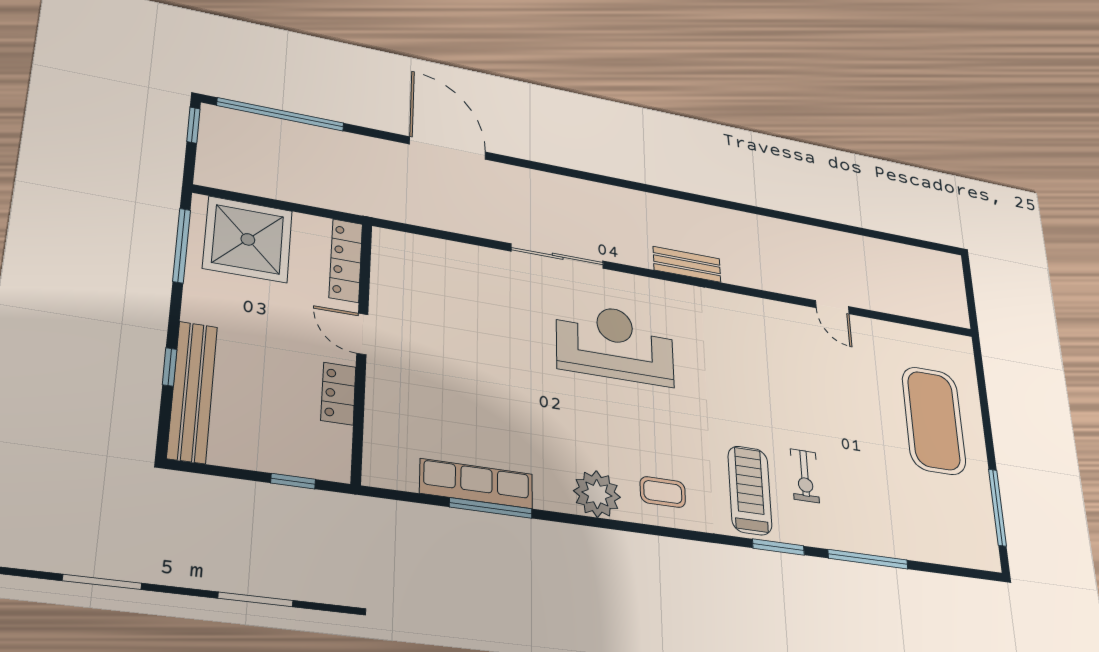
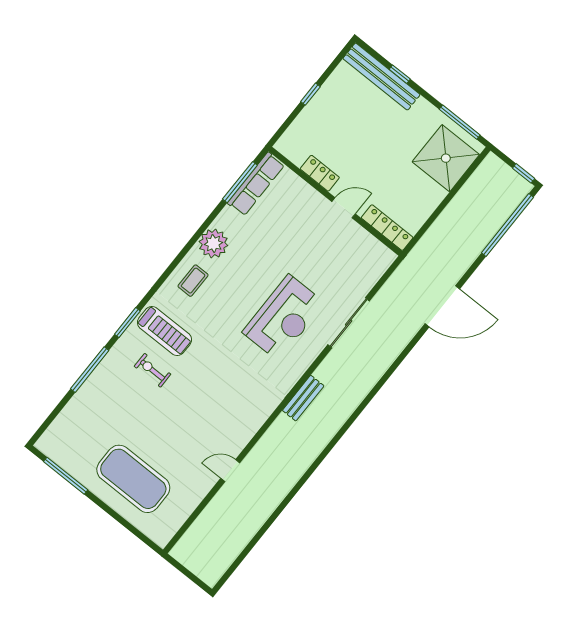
locker: (346, 260) -> (387, 228), moved
door: (362, 334) -> (344, 208), moved
wall: (362, 350) -> (335, 201), moved
locker: (338, 394) -> (320, 173), moved

